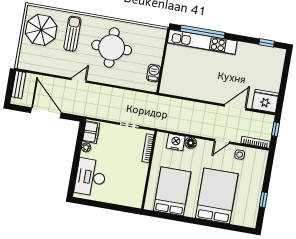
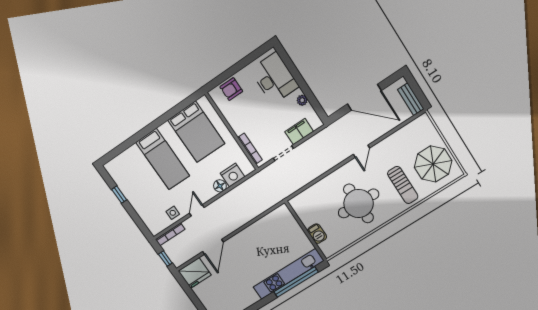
barbecue: (154, 73) -> (317, 234), moved
filing cabinet: (91, 132) -> (299, 132), moved, turned 90
armchair: (124, 196) -> (231, 89), added
bed: (217, 196) -> (163, 159), width x0.67

